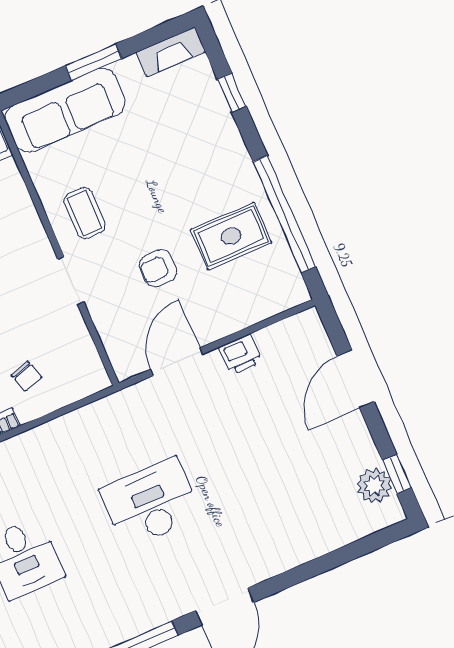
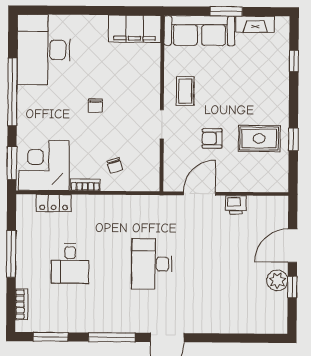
fireplace: (171, 52) -> (255, 24), moved
window: (284, 214) -> (293, 139), width x0.32
window: (397, 474) -> (292, 287), moved
plant: (374, 486) -> (277, 280), moved
desk: (151, 503) -> (152, 264), turned -90

